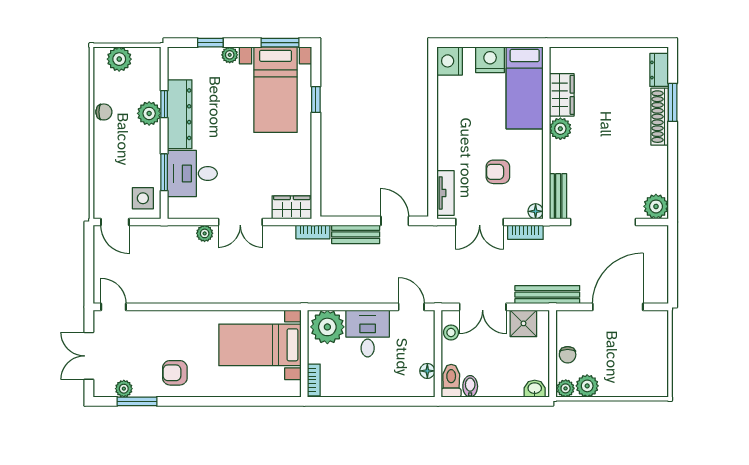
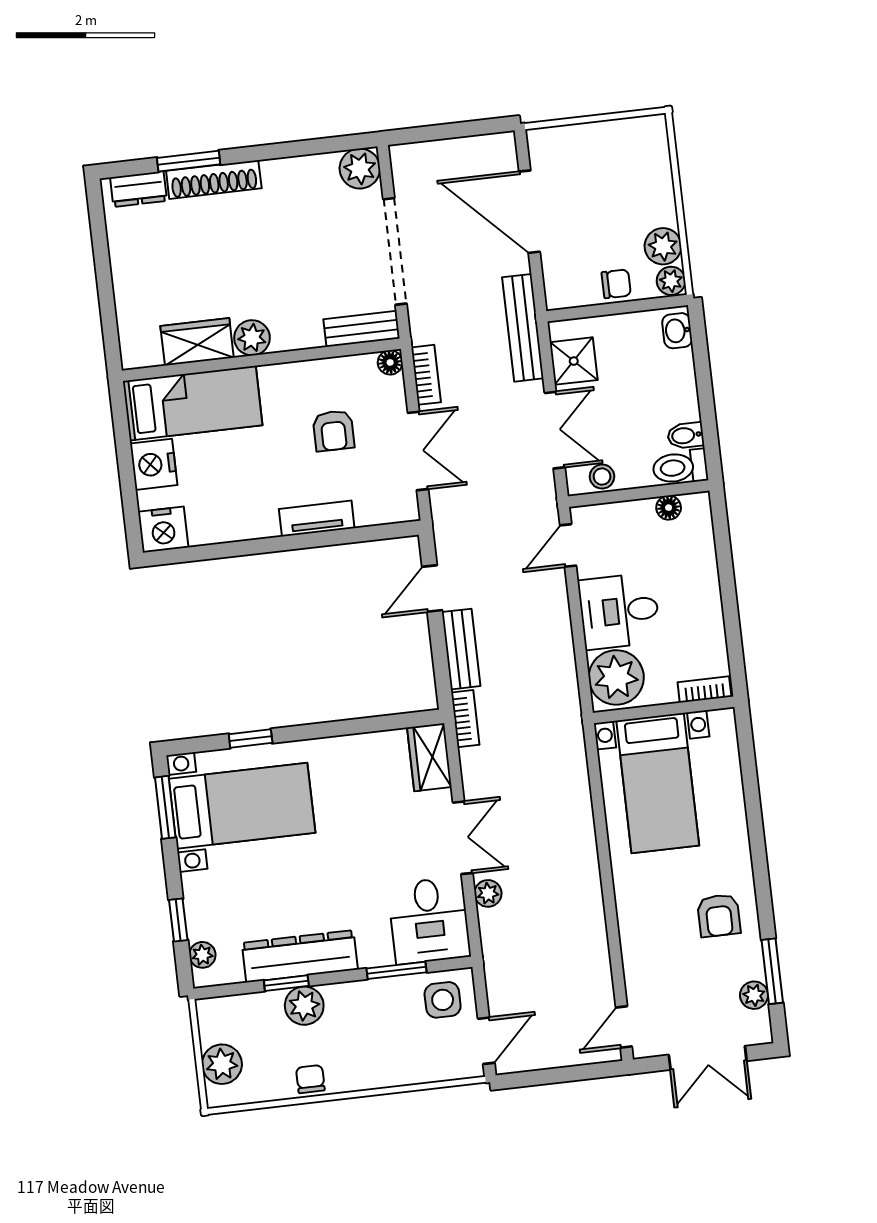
plant: (230, 55) -> (202, 955), moved
desk: (192, 174) -> (429, 920), moved
tv unit: (446, 193) -> (317, 519), moved

